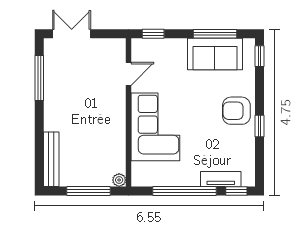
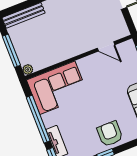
corner sofa: (155, 127) -> (57, 88), moved

